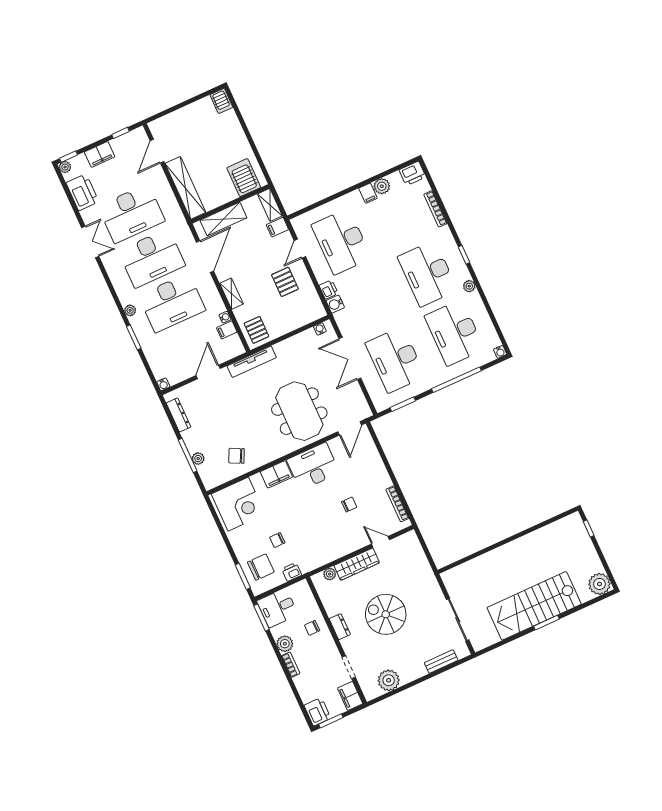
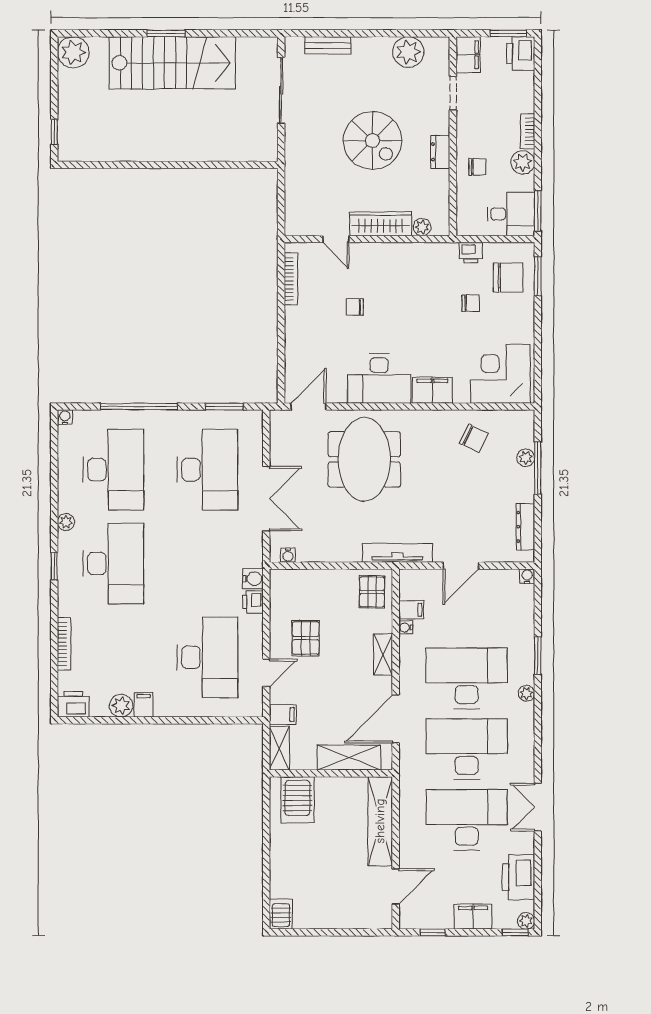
chair: (261, 567) -> (508, 277), turned 180

